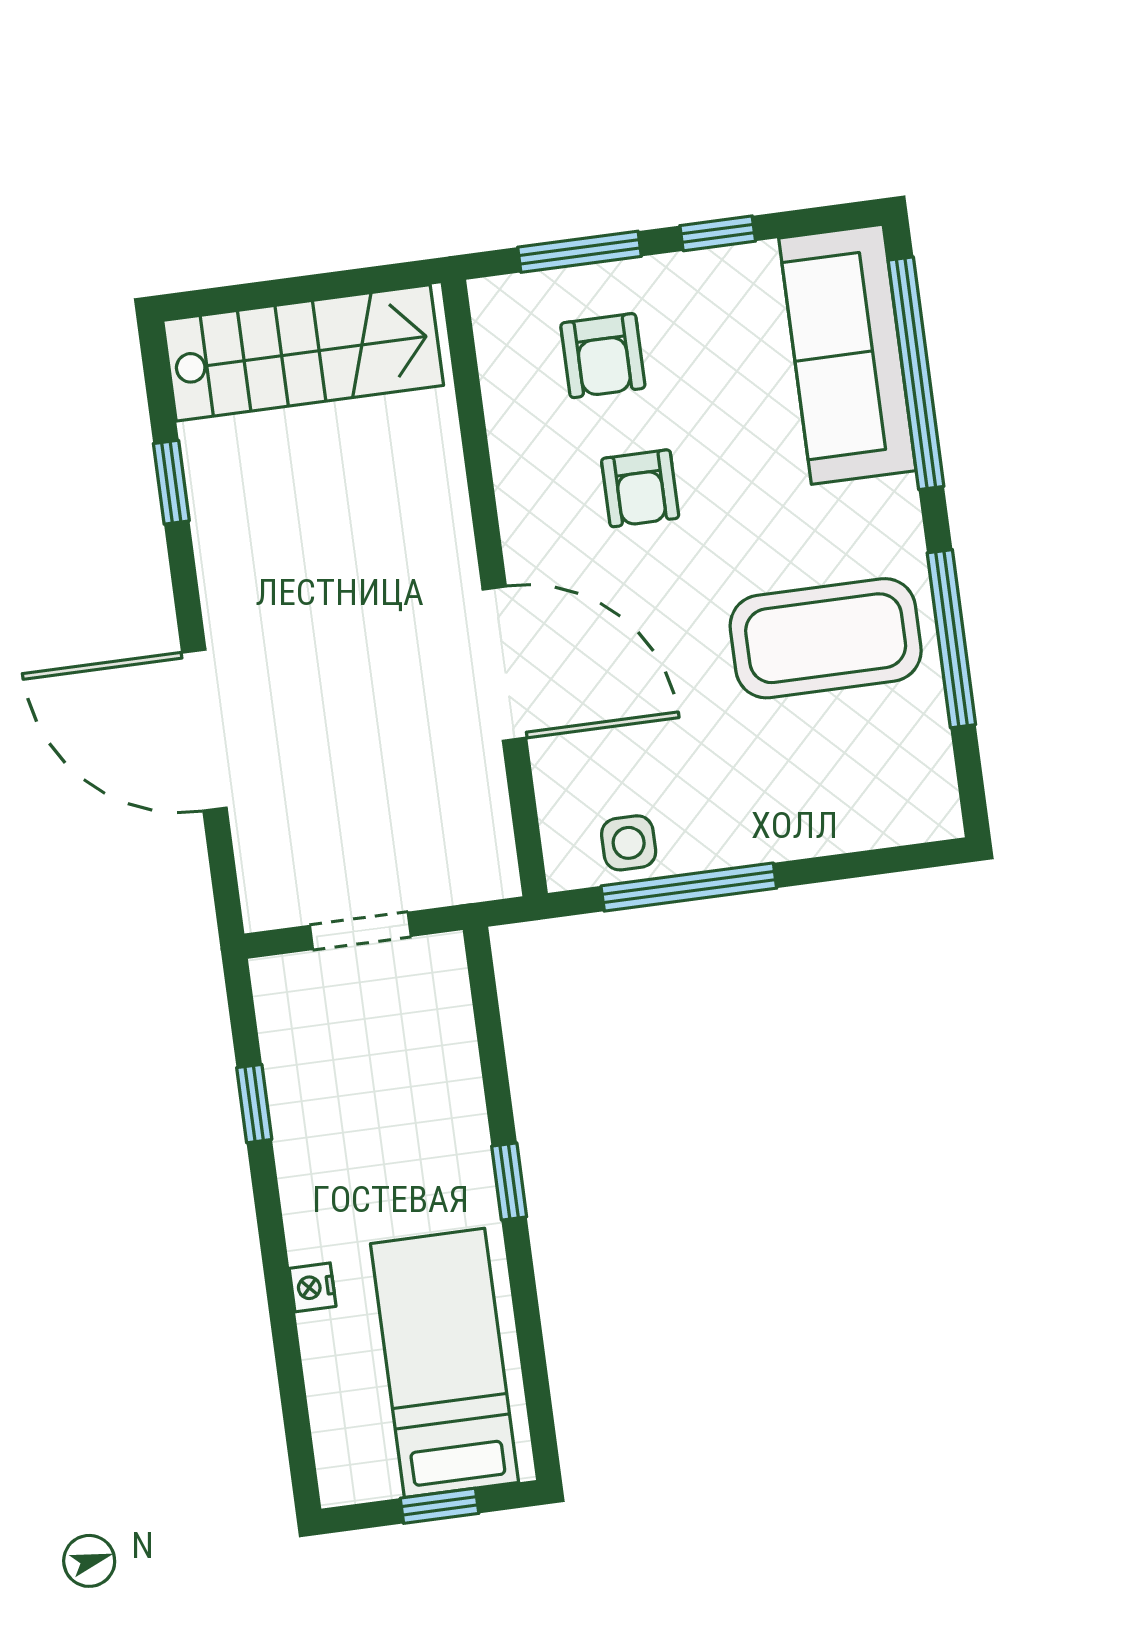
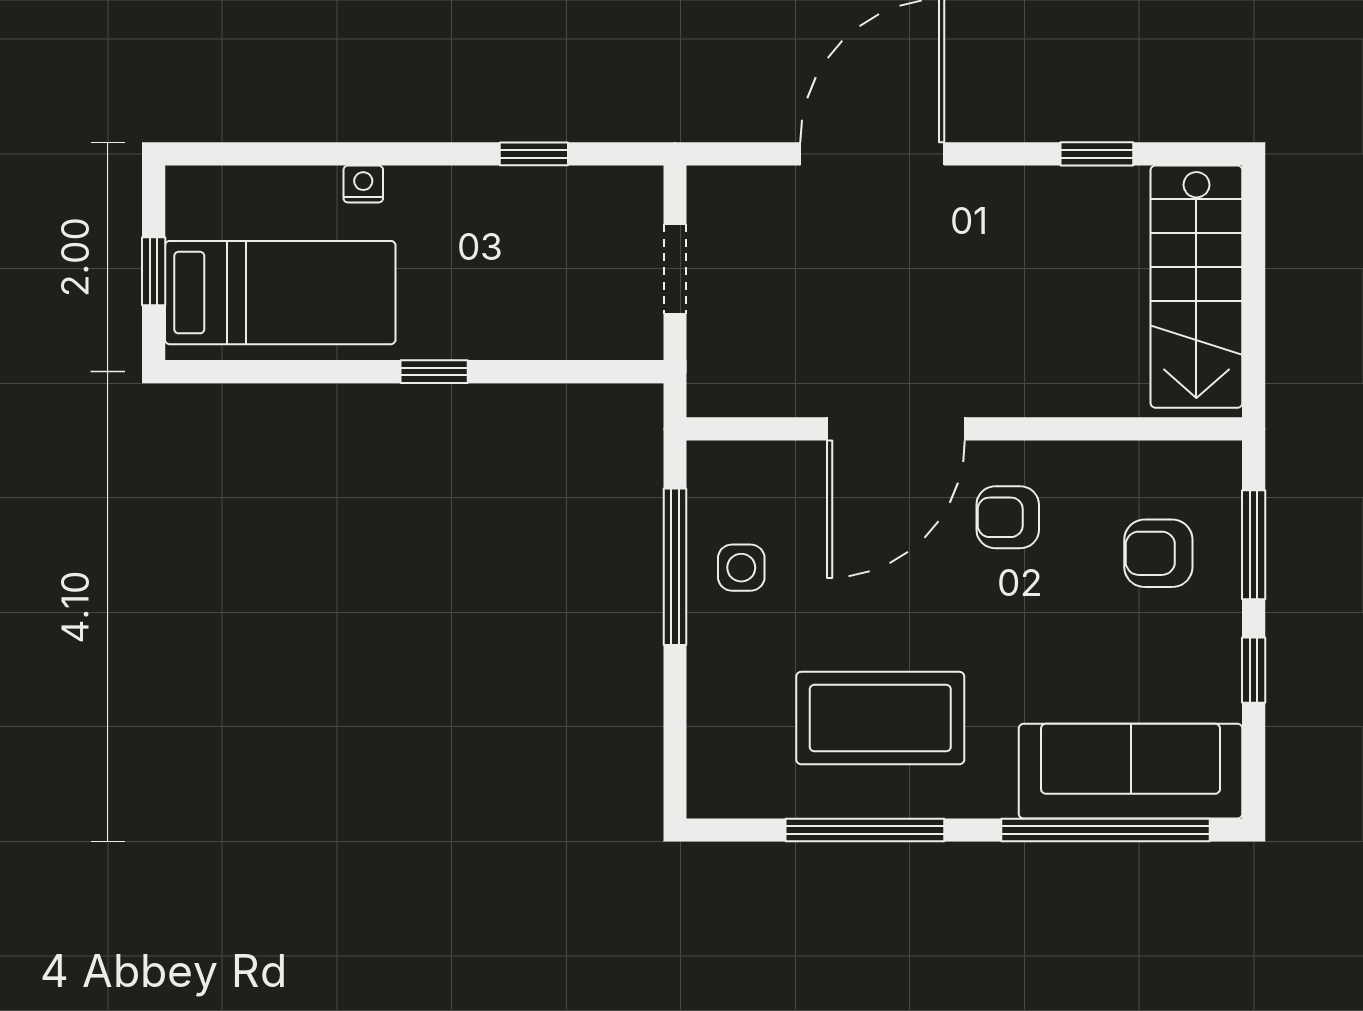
armchair: (640, 488) -> (1008, 517), moved
coffee table: (826, 638) -> (880, 718), turned 90
side table: (629, 843) -> (741, 568), moved

